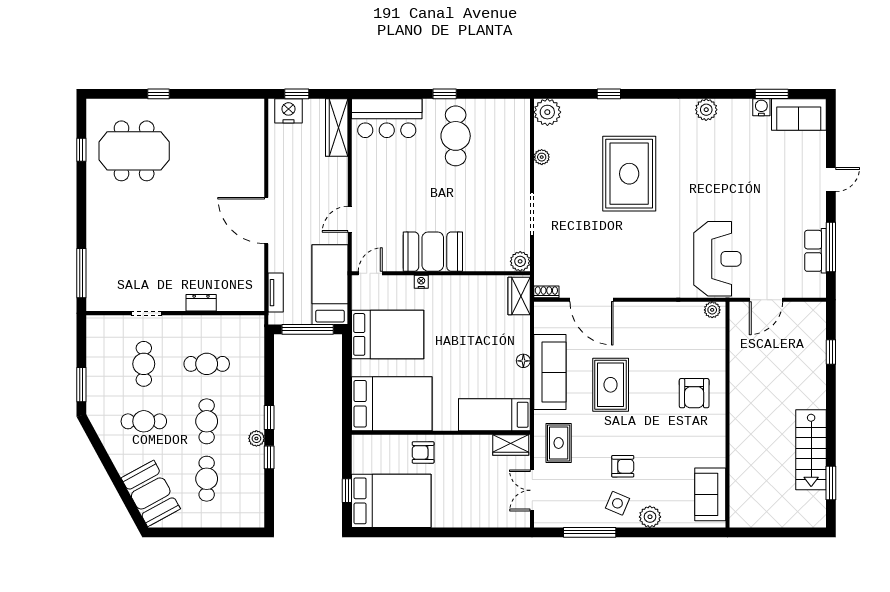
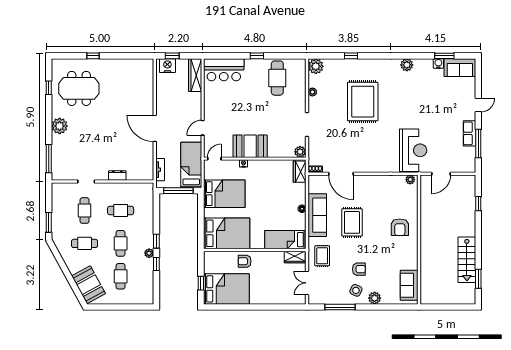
cafe table: (456, 136) -> (277, 78), moved
plant: (100, 216) -> (60, 126), added
row of seats: (815, 251) -> (469, 133), moved

